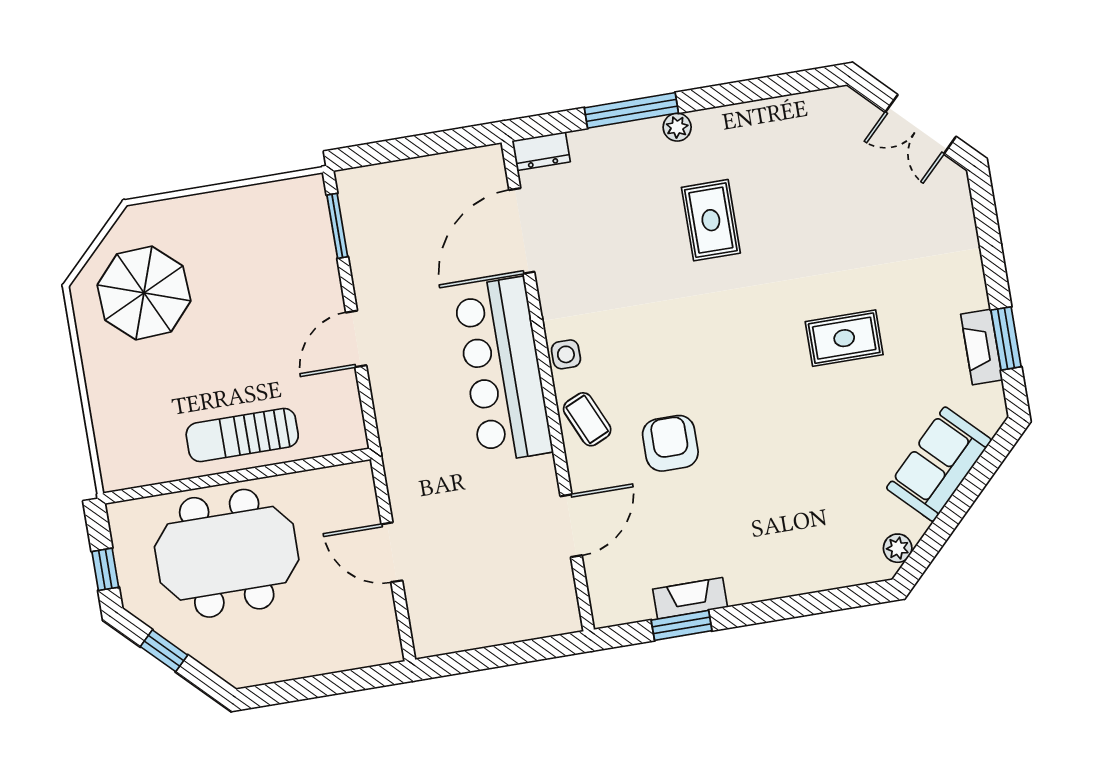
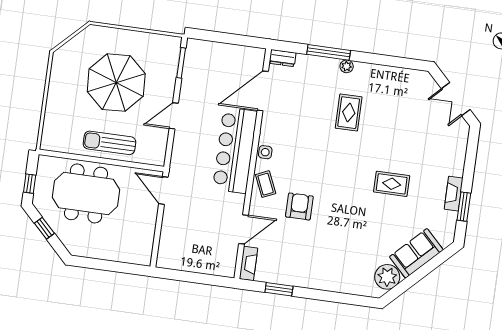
parasol: (144, 293) -> (116, 83), moved, width x1.36, depth x1.36
fireplace: (982, 347) -> (454, 194), moved
plant: (898, 548) -> (387, 277), width x1.87, depth x1.87
door: (392, 552) -> (163, 191), moved
fireplace: (690, 598) -> (248, 263), moved, turned 90

